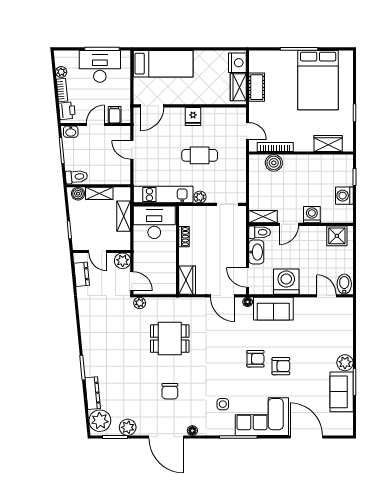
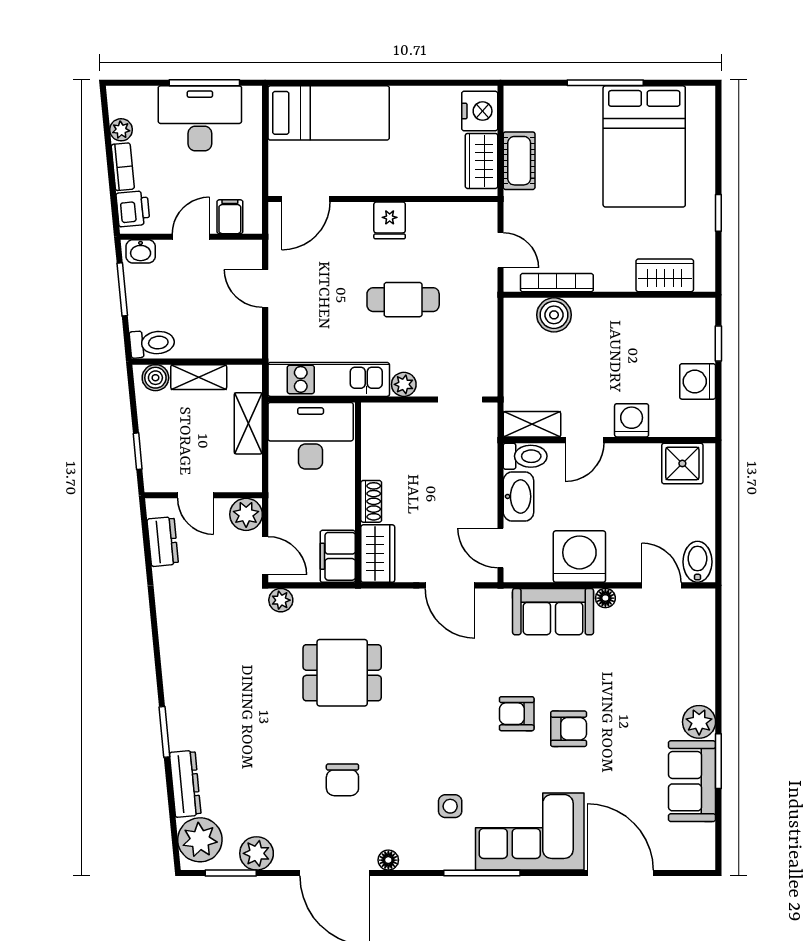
shoe rack: (184, 237) -> (371, 501), moved
filing cabinet: (168, 281) -> (338, 556), added
floor lamp: (248, 302) -> (605, 598), moved
armchair: (255, 359) -> (517, 714), turned 180

